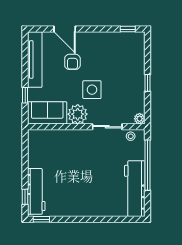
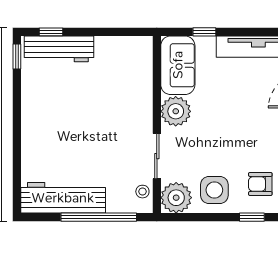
armchair: (72, 62) -> (260, 184), moved
window: (148, 83) -> (252, 217), moved
side table: (92, 90) -> (214, 190), moved
plant: (140, 119) -> (176, 198), width x1.87, depth x1.87

